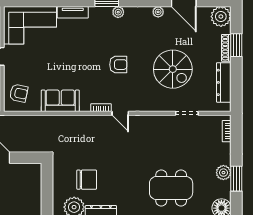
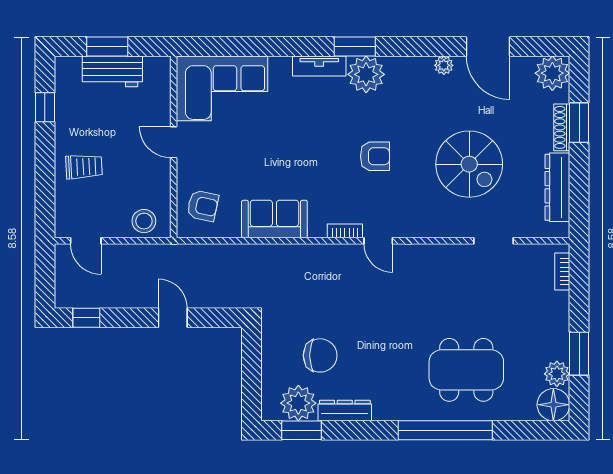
tv unit: (73, 12) -> (319, 66), moved
plant: (118, 12) -> (366, 74), width x1.88, depth x1.88
plant: (223, 173) -> (557, 374), moved

